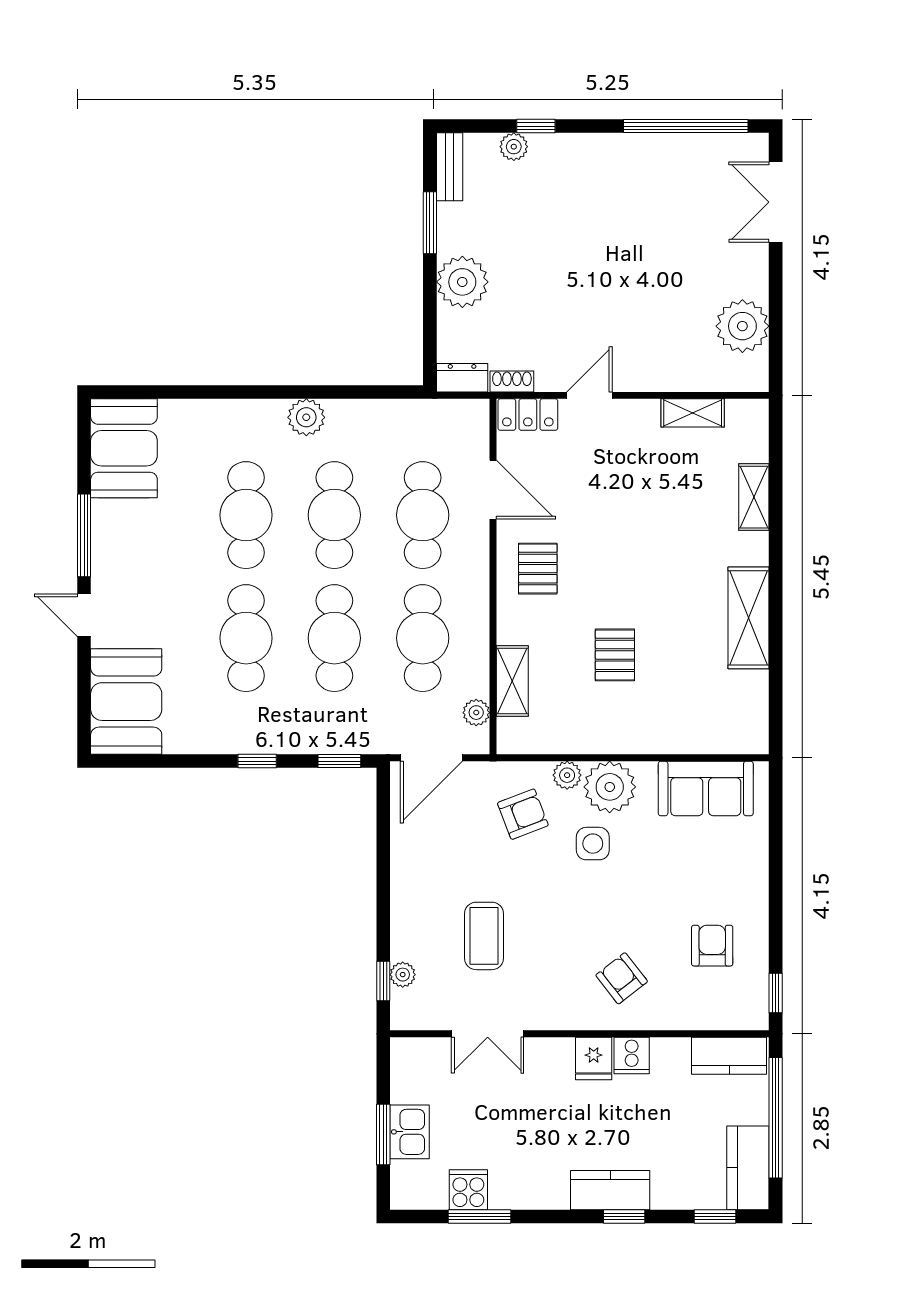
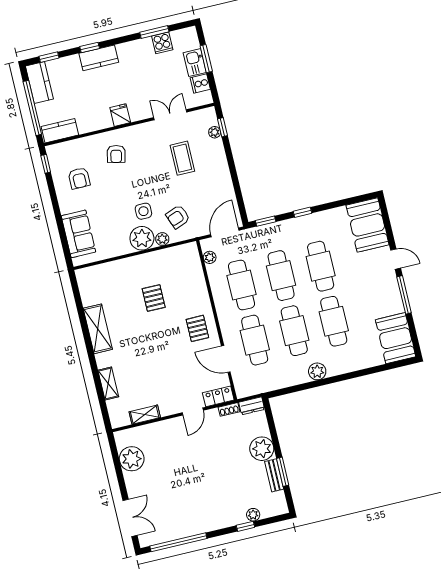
bench: (450, 167) -> (274, 475), moved
shelving: (512, 681) -> (197, 275), removed
sofa: (706, 788) -> (78, 234), moved, turned 90
armchair: (622, 978) -> (116, 154), turned 51
cooker: (632, 1055) -> (200, 84), moved, turned -90

